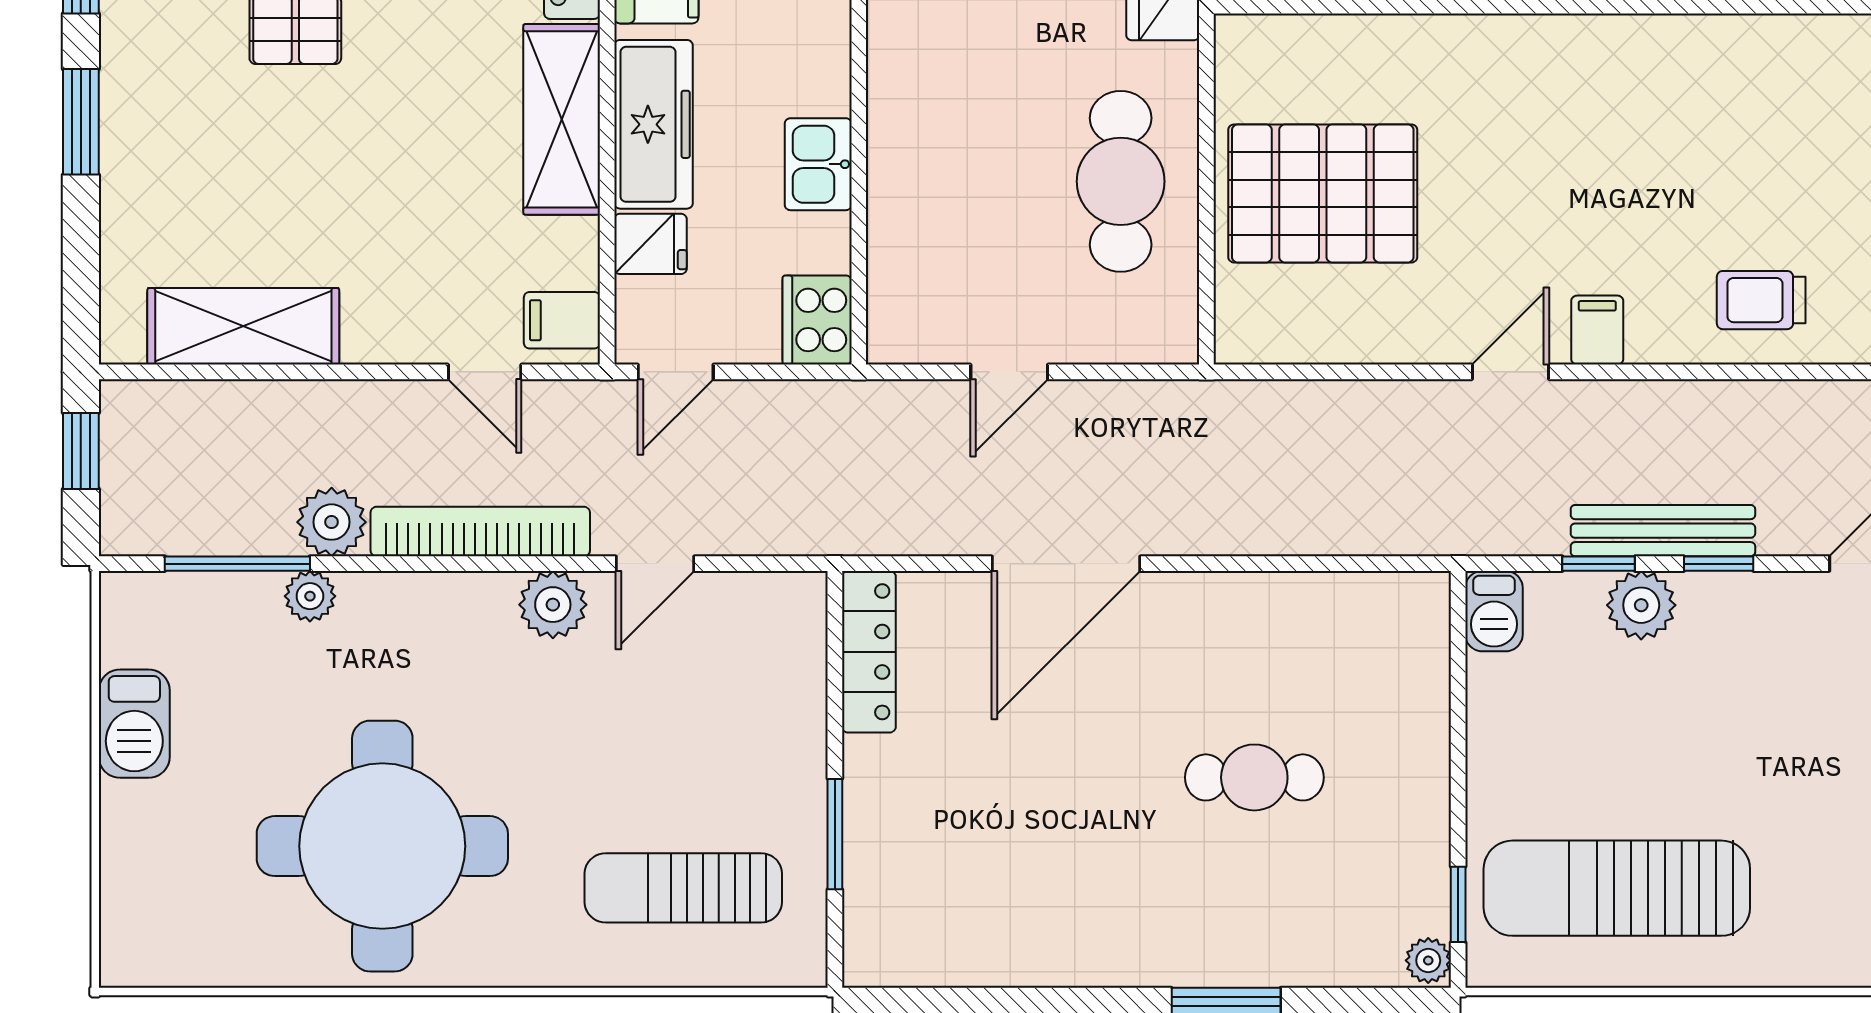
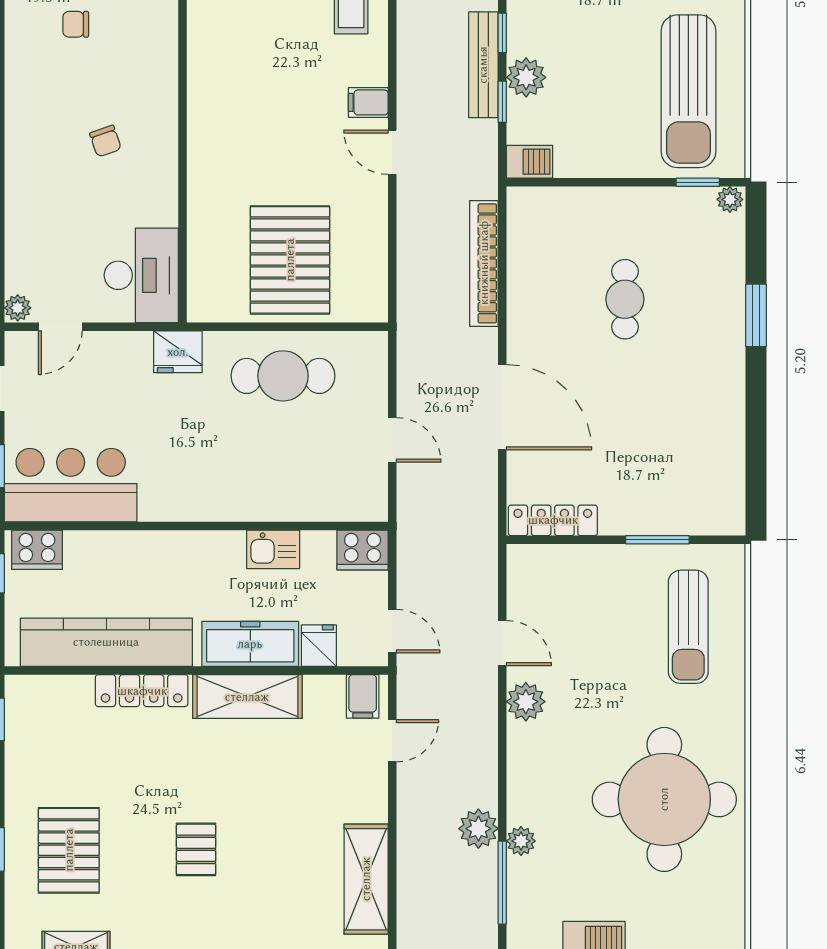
bookcase: (480, 532) -> (484, 263), moved

